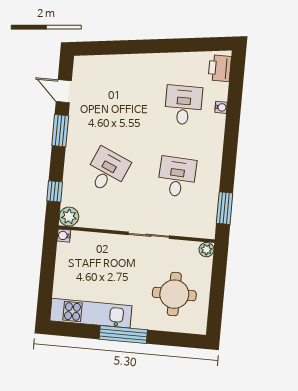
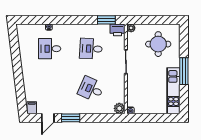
filing cabinet: (84, 65) -> (32, 108), added
printer: (220, 68) -> (118, 30), moved
window: (55, 191) -> (106, 118), removed

